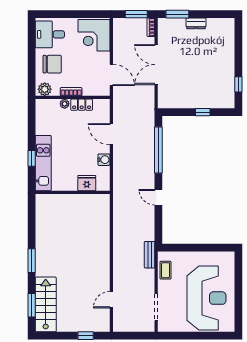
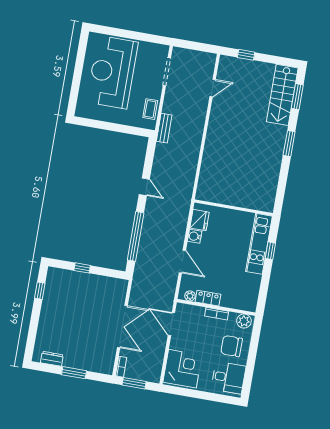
window: (177, 14) -> (74, 373), moved
dresser: (196, 23) -> (52, 359), moved
plant: (65, 104) -> (190, 296), moved
fridge: (87, 183) -> (200, 220), moved, turned -90

